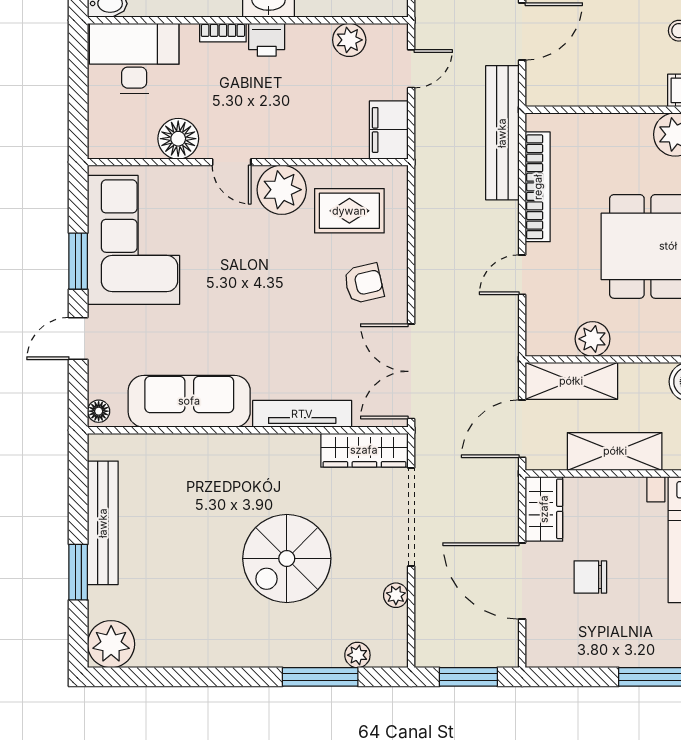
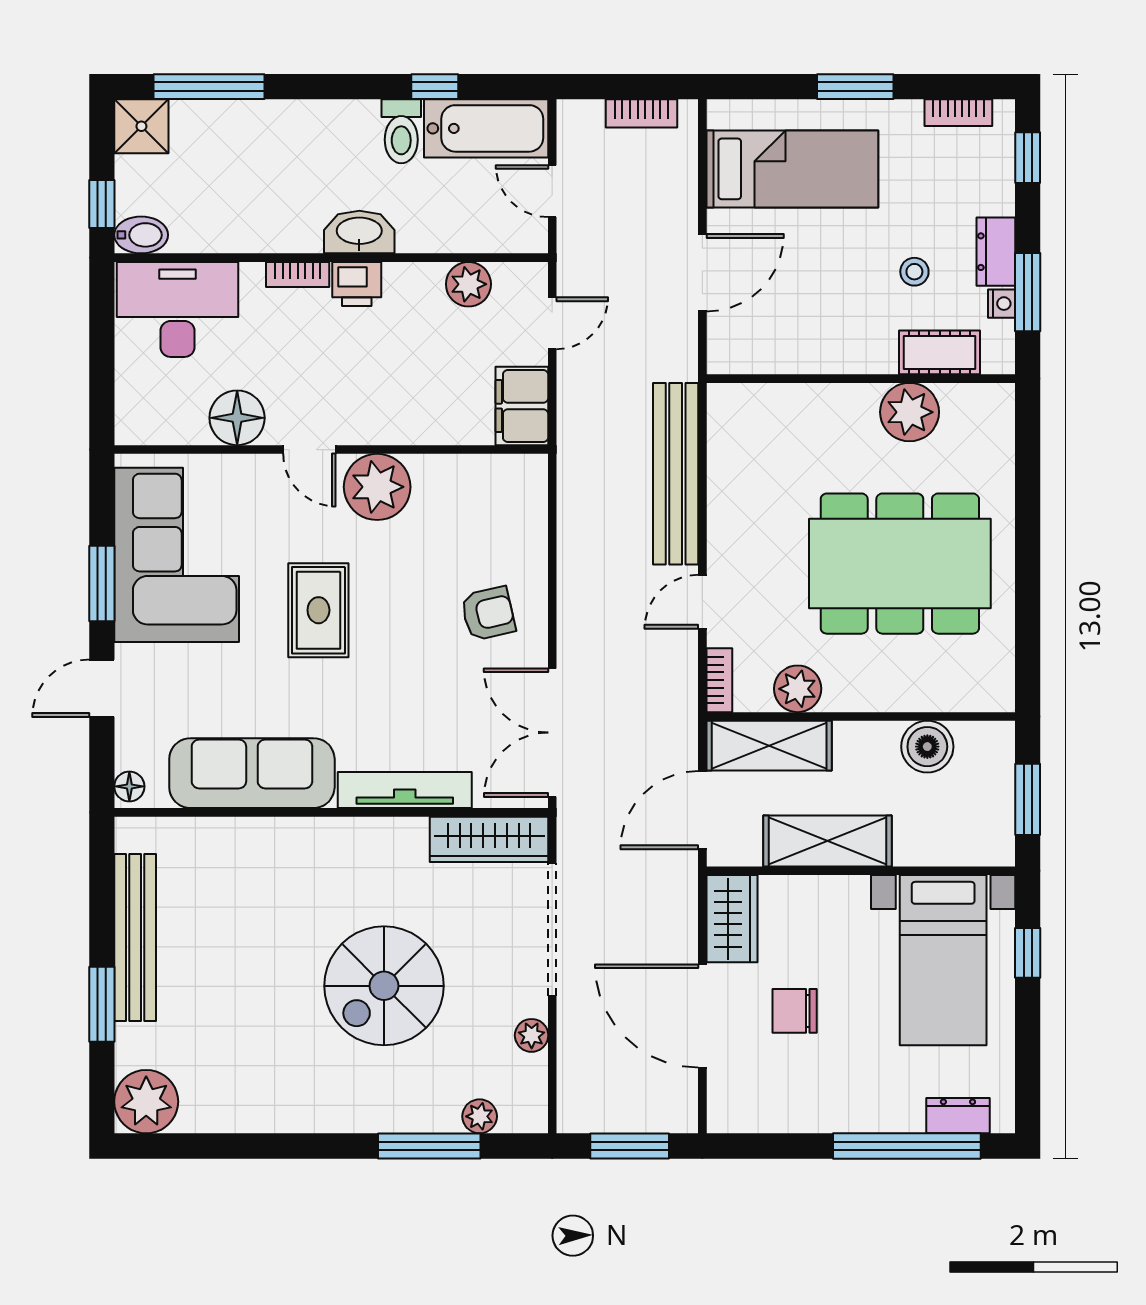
bench: (502, 133) -> (676, 474), moved
bookcase: (538, 187) -> (719, 680), moved, width x0.43, depth x0.76
rug: (349, 211) -> (318, 610), moved, turned 90

